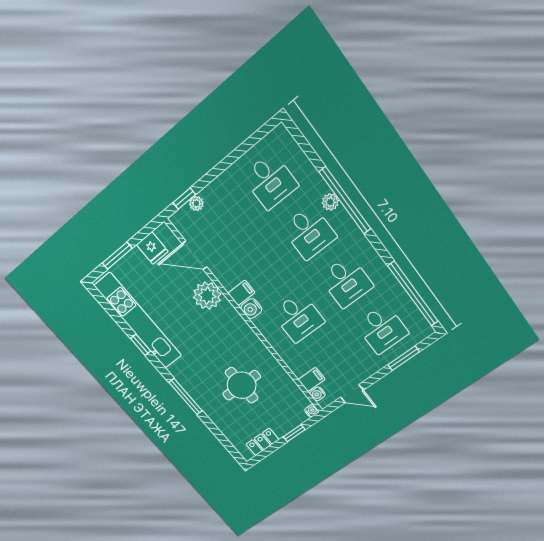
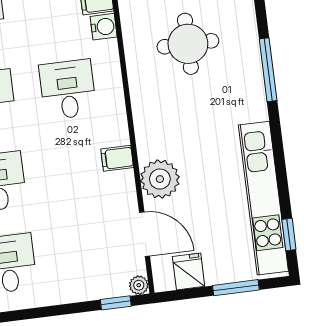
plant: (196, 204) -> (139, 285), moved
water cooler: (251, 309) -> (104, 27), moved
window: (141, 345) -> (289, 235), moved

